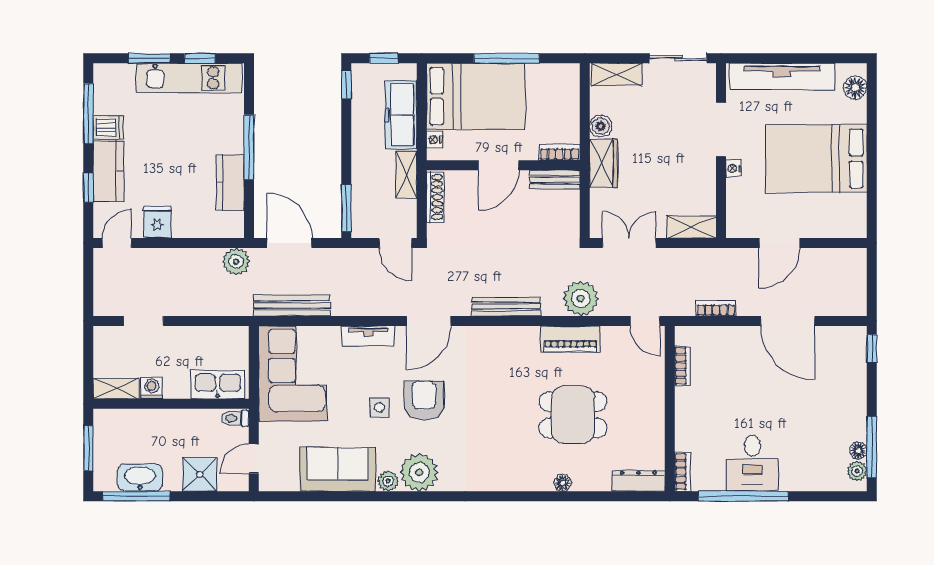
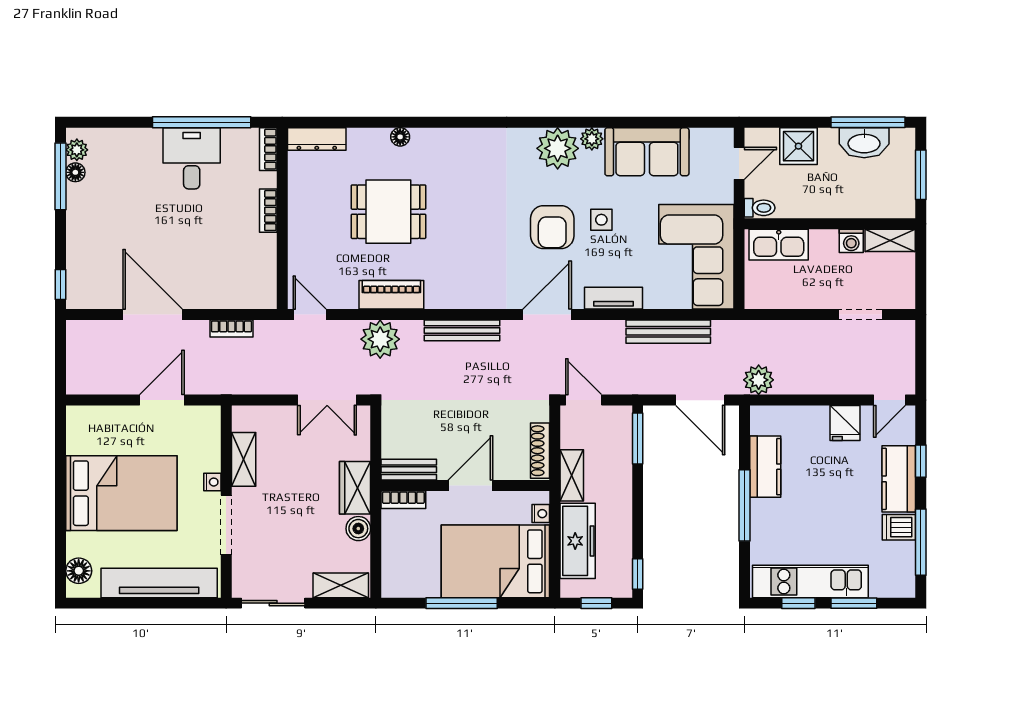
shelving: (692, 227) -> (244, 459), moved, turned 90
bench: (292, 305) -> (668, 332), moved
bookcase: (683, 366) -> (268, 211), moved

